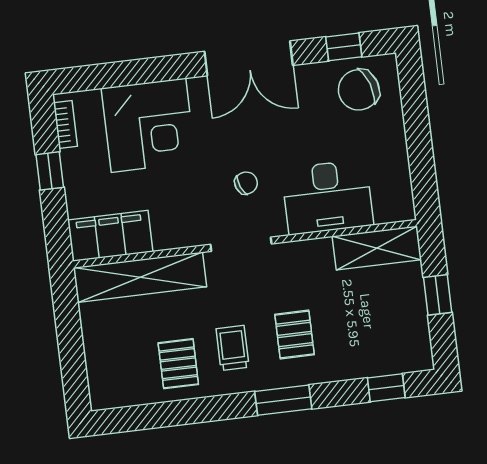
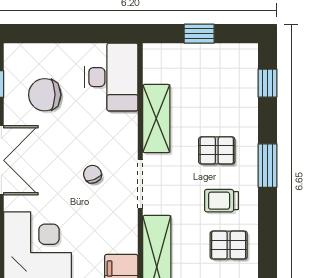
chair: (359, 90) -> (45, 95), moved, turned 109
desk: (327, 197) -> (111, 77), moved
shelving: (377, 248) -> (156, 119), moved

